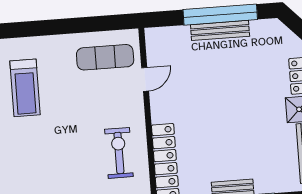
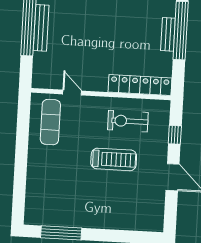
treadmill: (25, 88) -> (114, 159), moved

